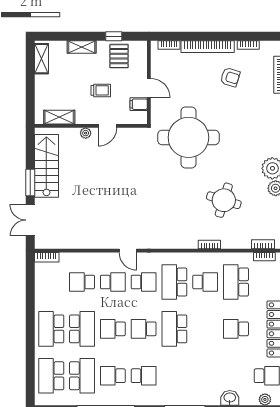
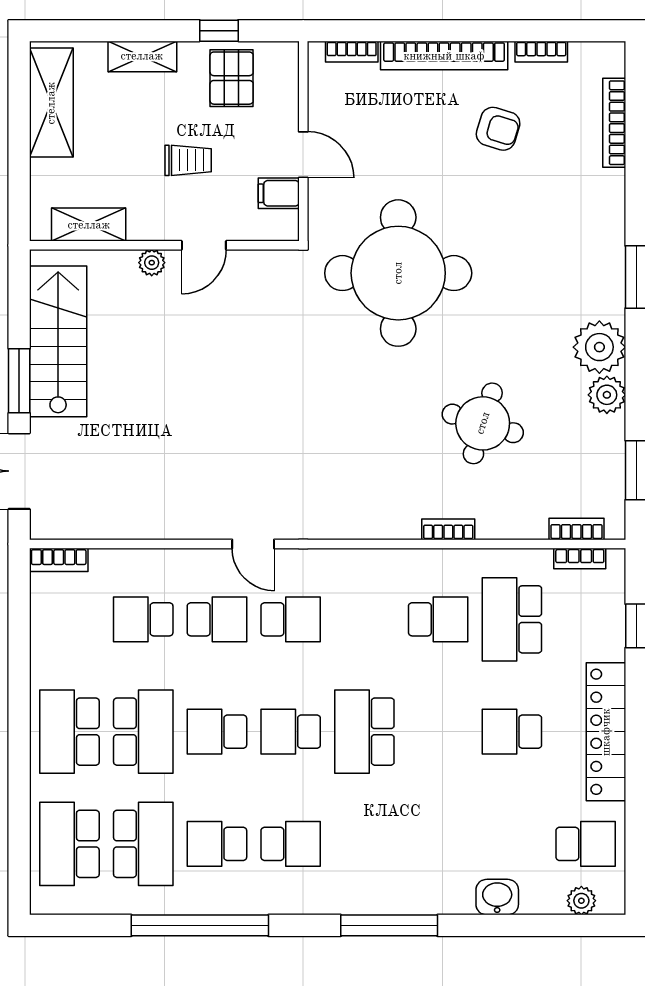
shelving: (41, 59) -> (51, 103), width x1.50, depth x1.33
school desk: (174, 282) -> (364, 619), removed

